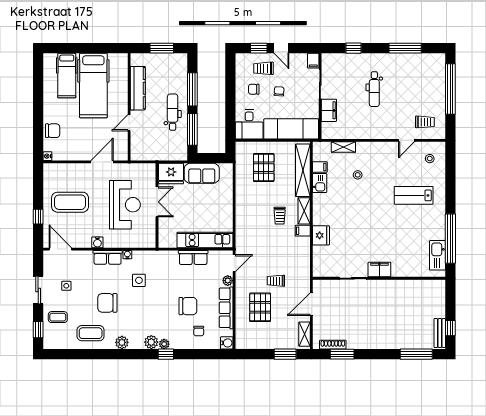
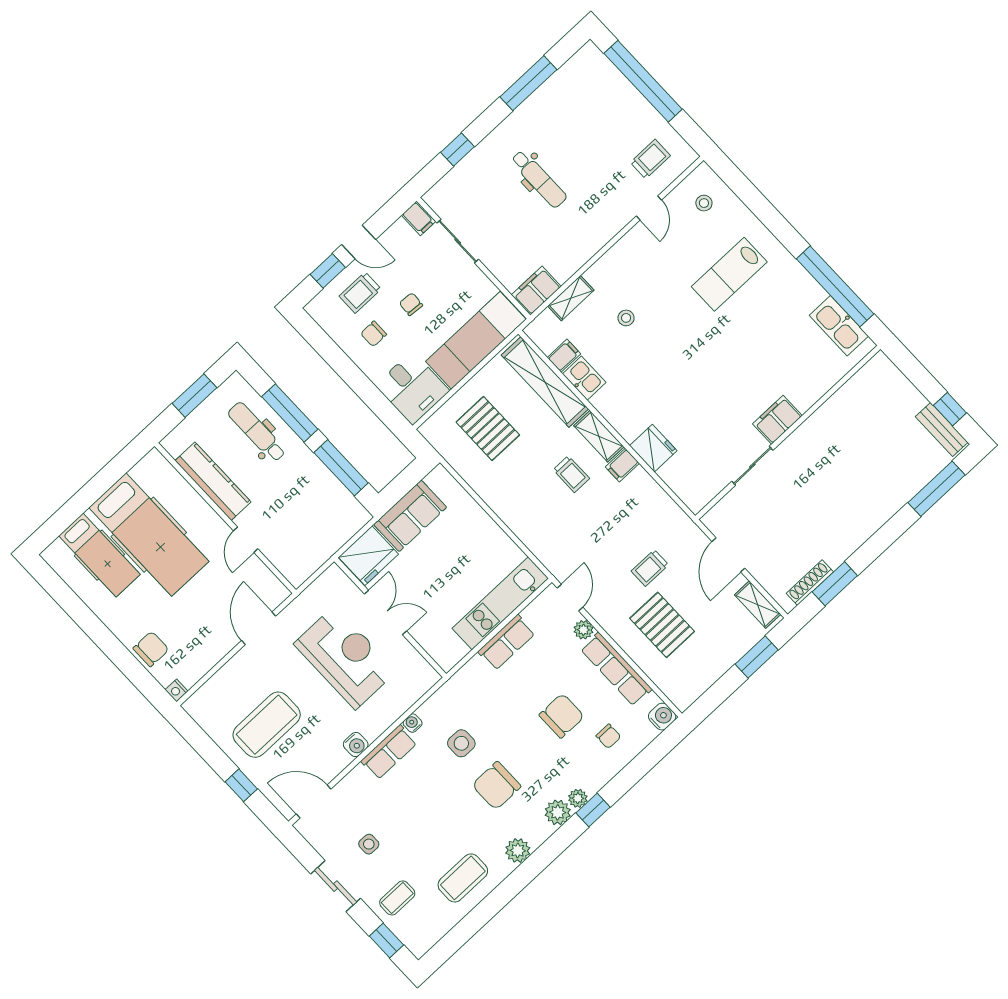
filing cabinet: (329, 110) -> (536, 291), moved, turned -90
dental chair: (173, 112) -> (257, 432), moved
chair: (107, 303) -> (496, 786), moved

